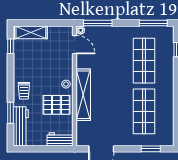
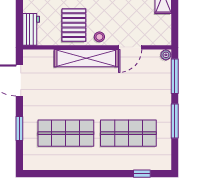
window: (153, 23) -> (175, 121), moved
door: (75, 45) -> (130, 47), moved
window: (151, 149) -> (19, 128), moved

